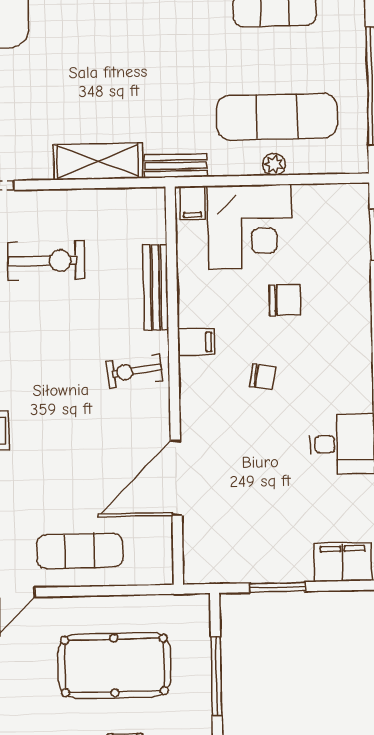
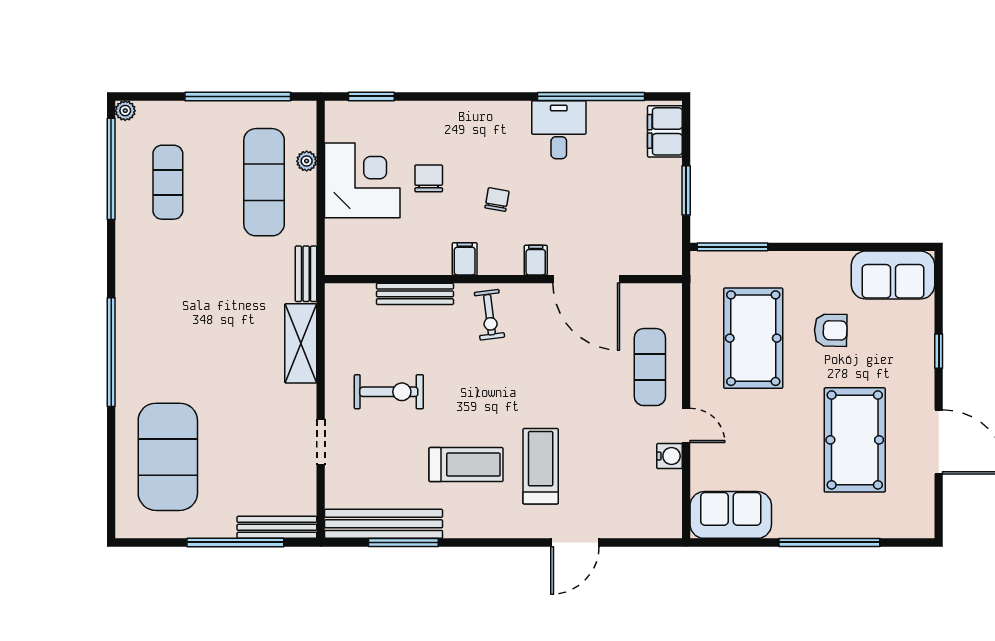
plant: (274, 164) -> (307, 161), moved
filing cabinet: (192, 203) -> (536, 260), moved, turned -90
corner desk: (250, 227) -> (362, 180), moved
exercise bike: (46, 261) -> (389, 392), turned 90
window: (216, 676) -> (732, 247), moved

